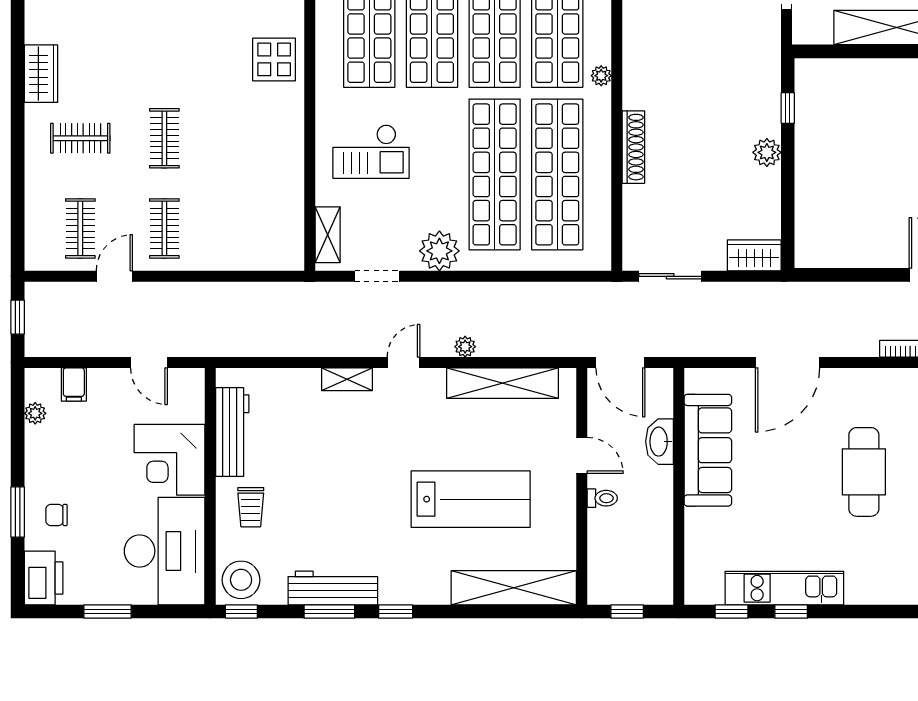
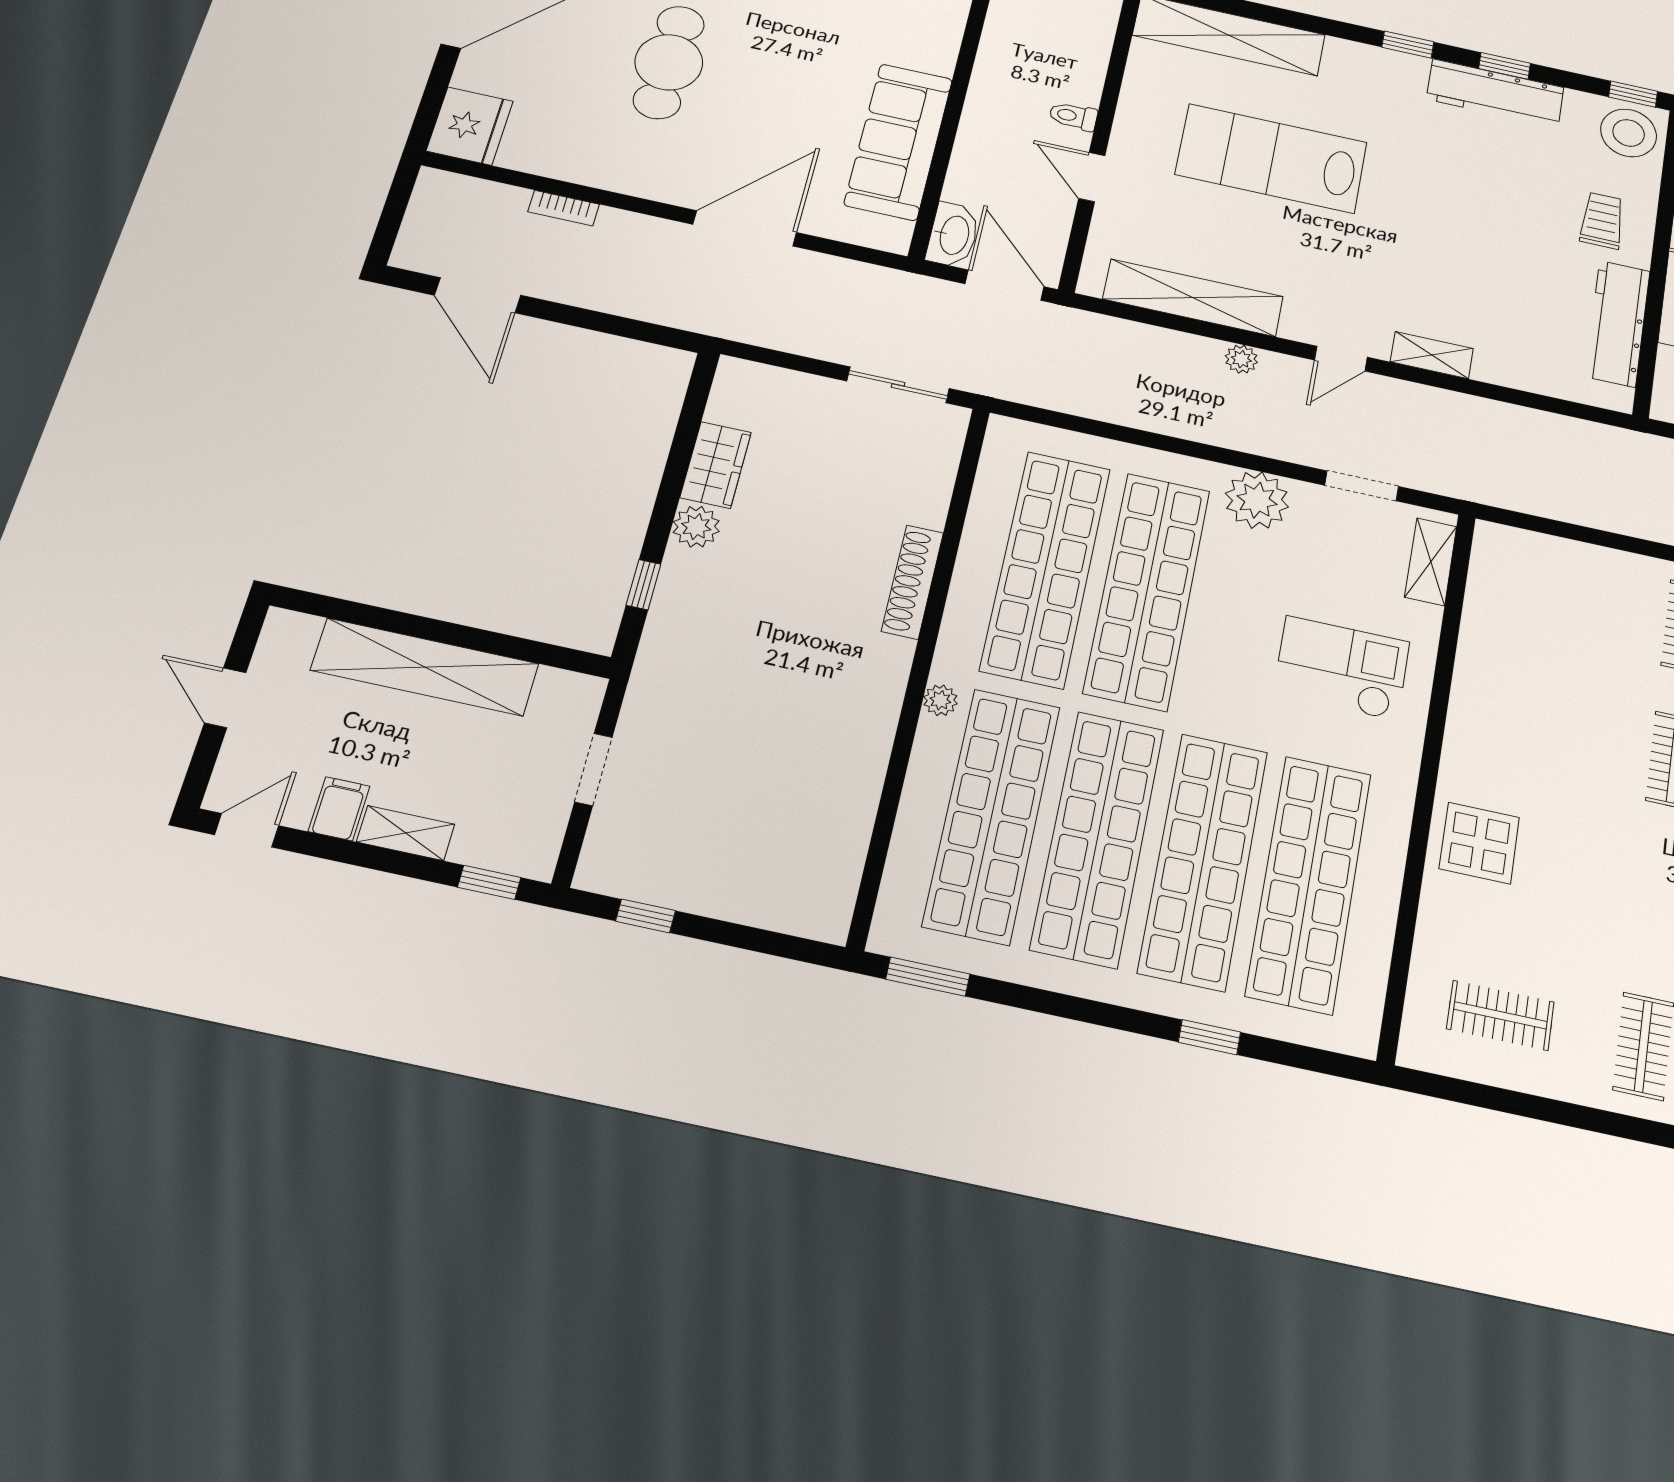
wardrobe: (754, 255) -> (716, 465), moved, turned -90
washbasin: (659, 442) -> (953, 235), moved
window: (329, 612) -> (1505, 66), width x0.67

